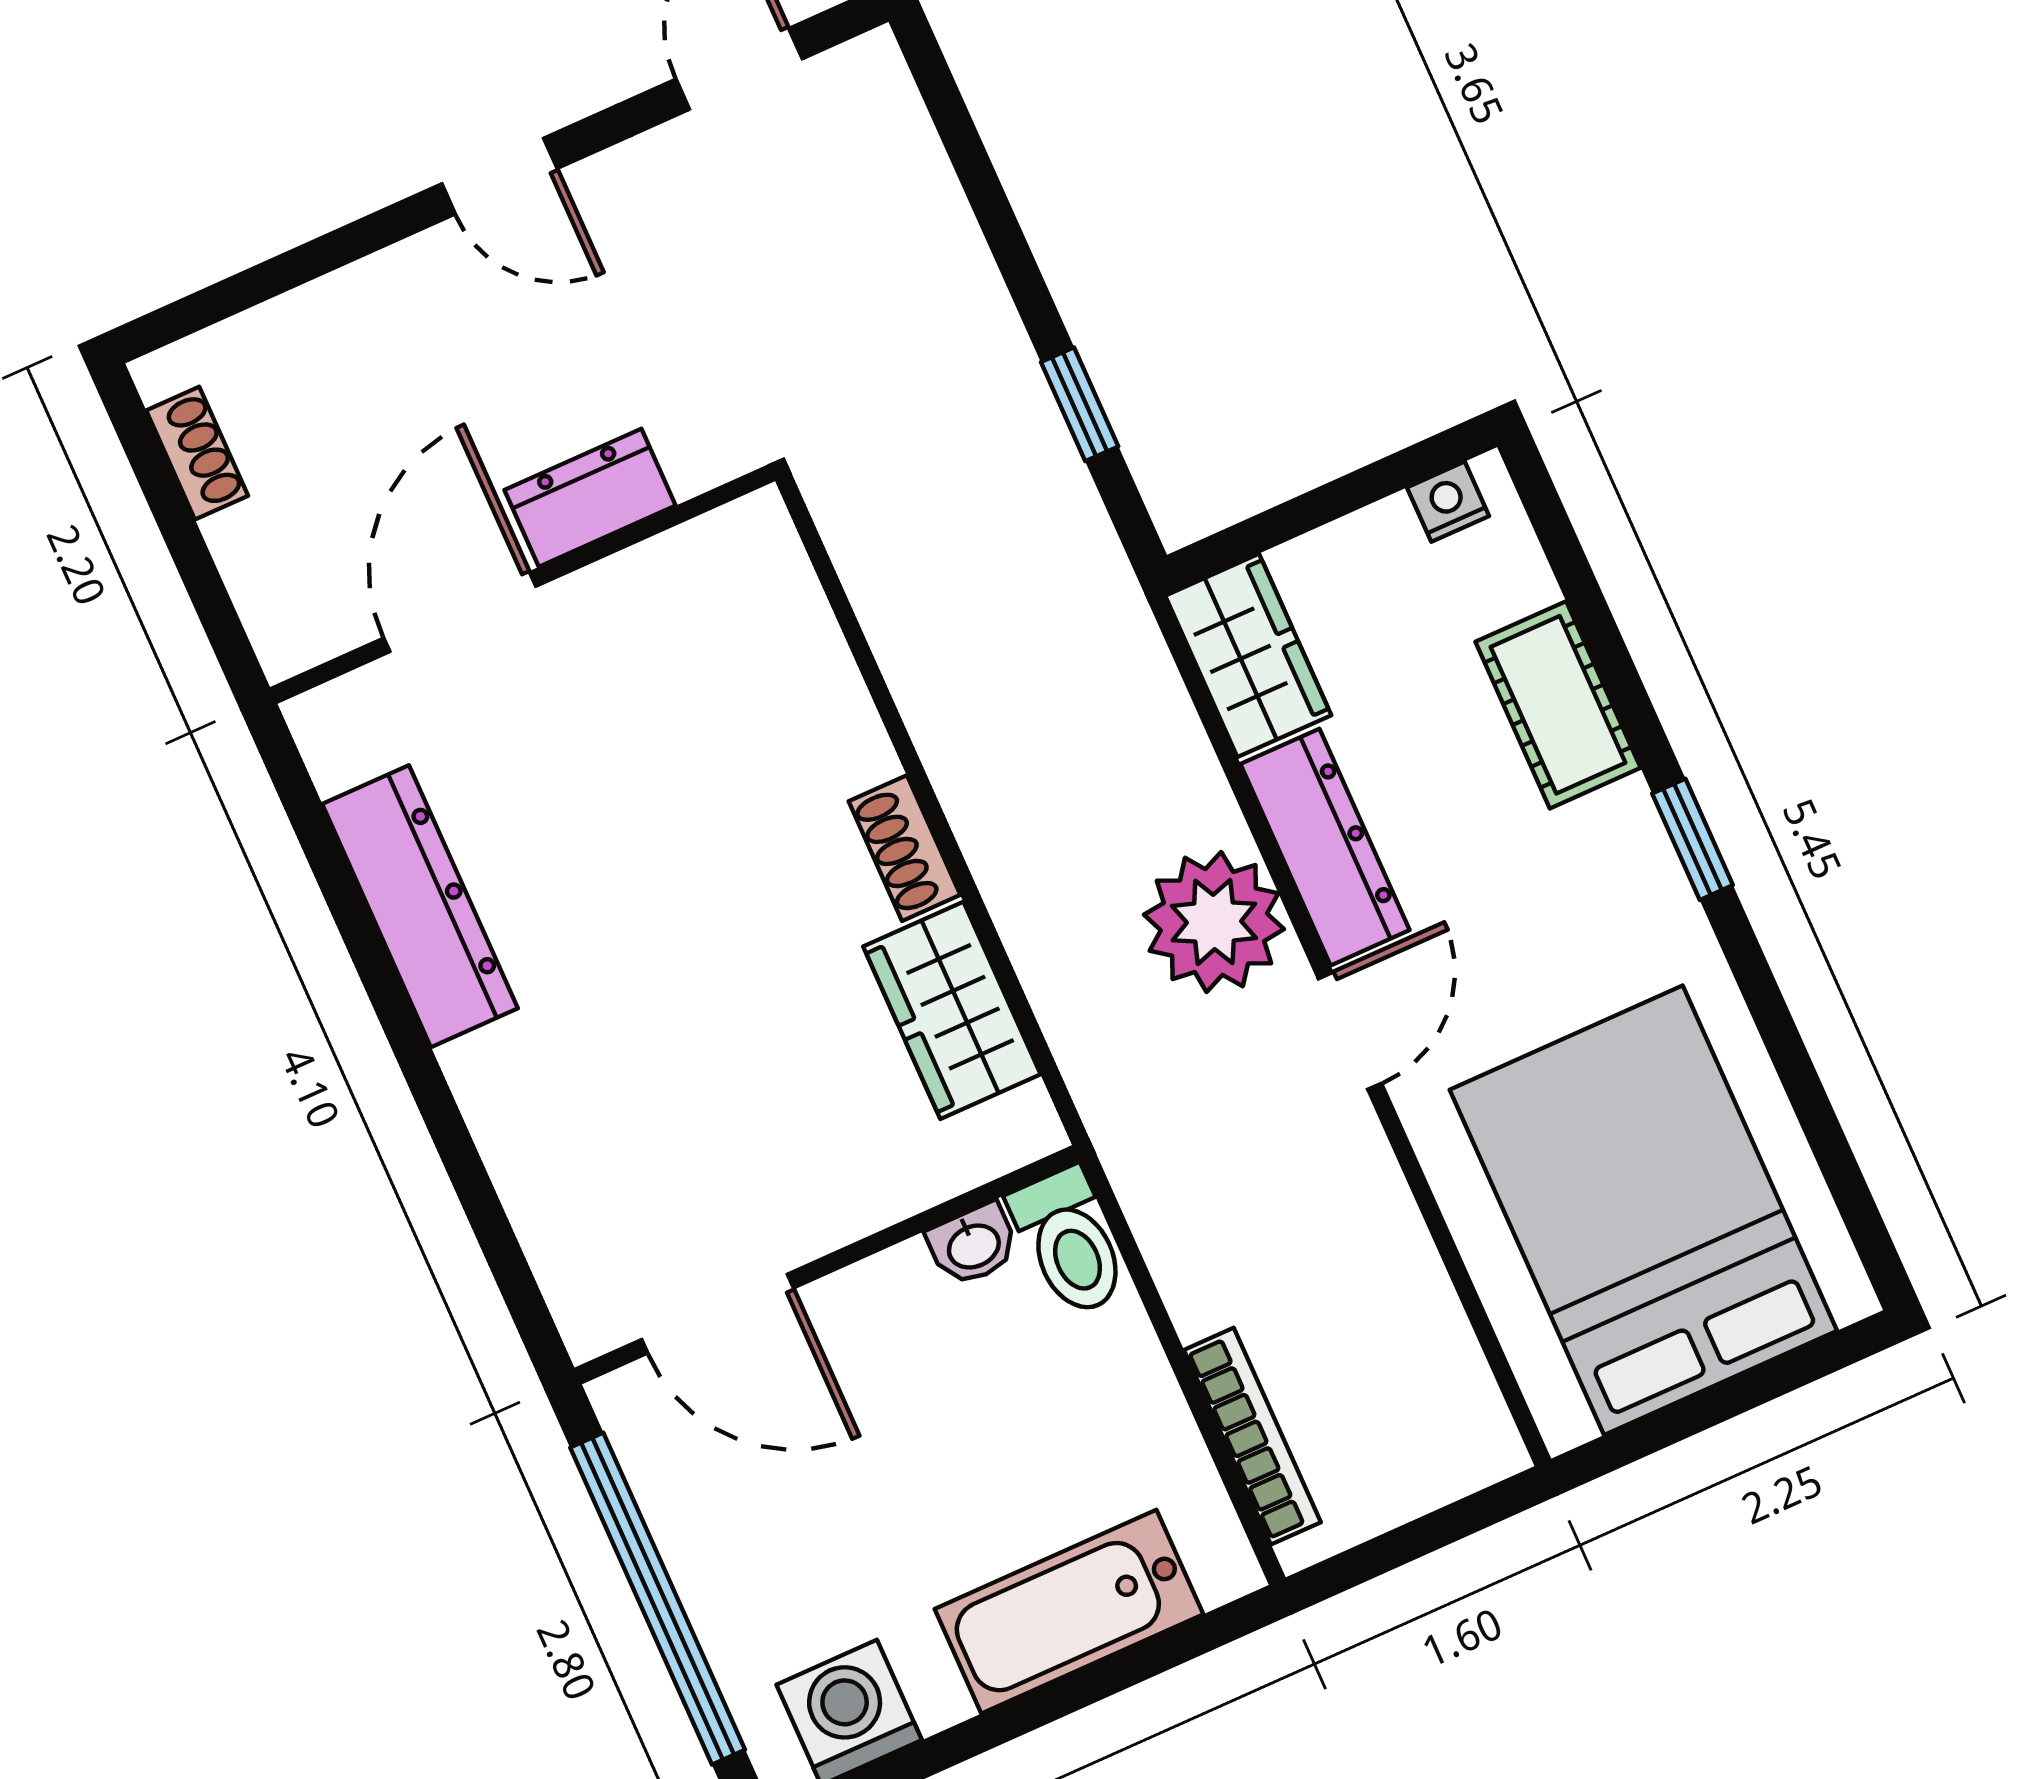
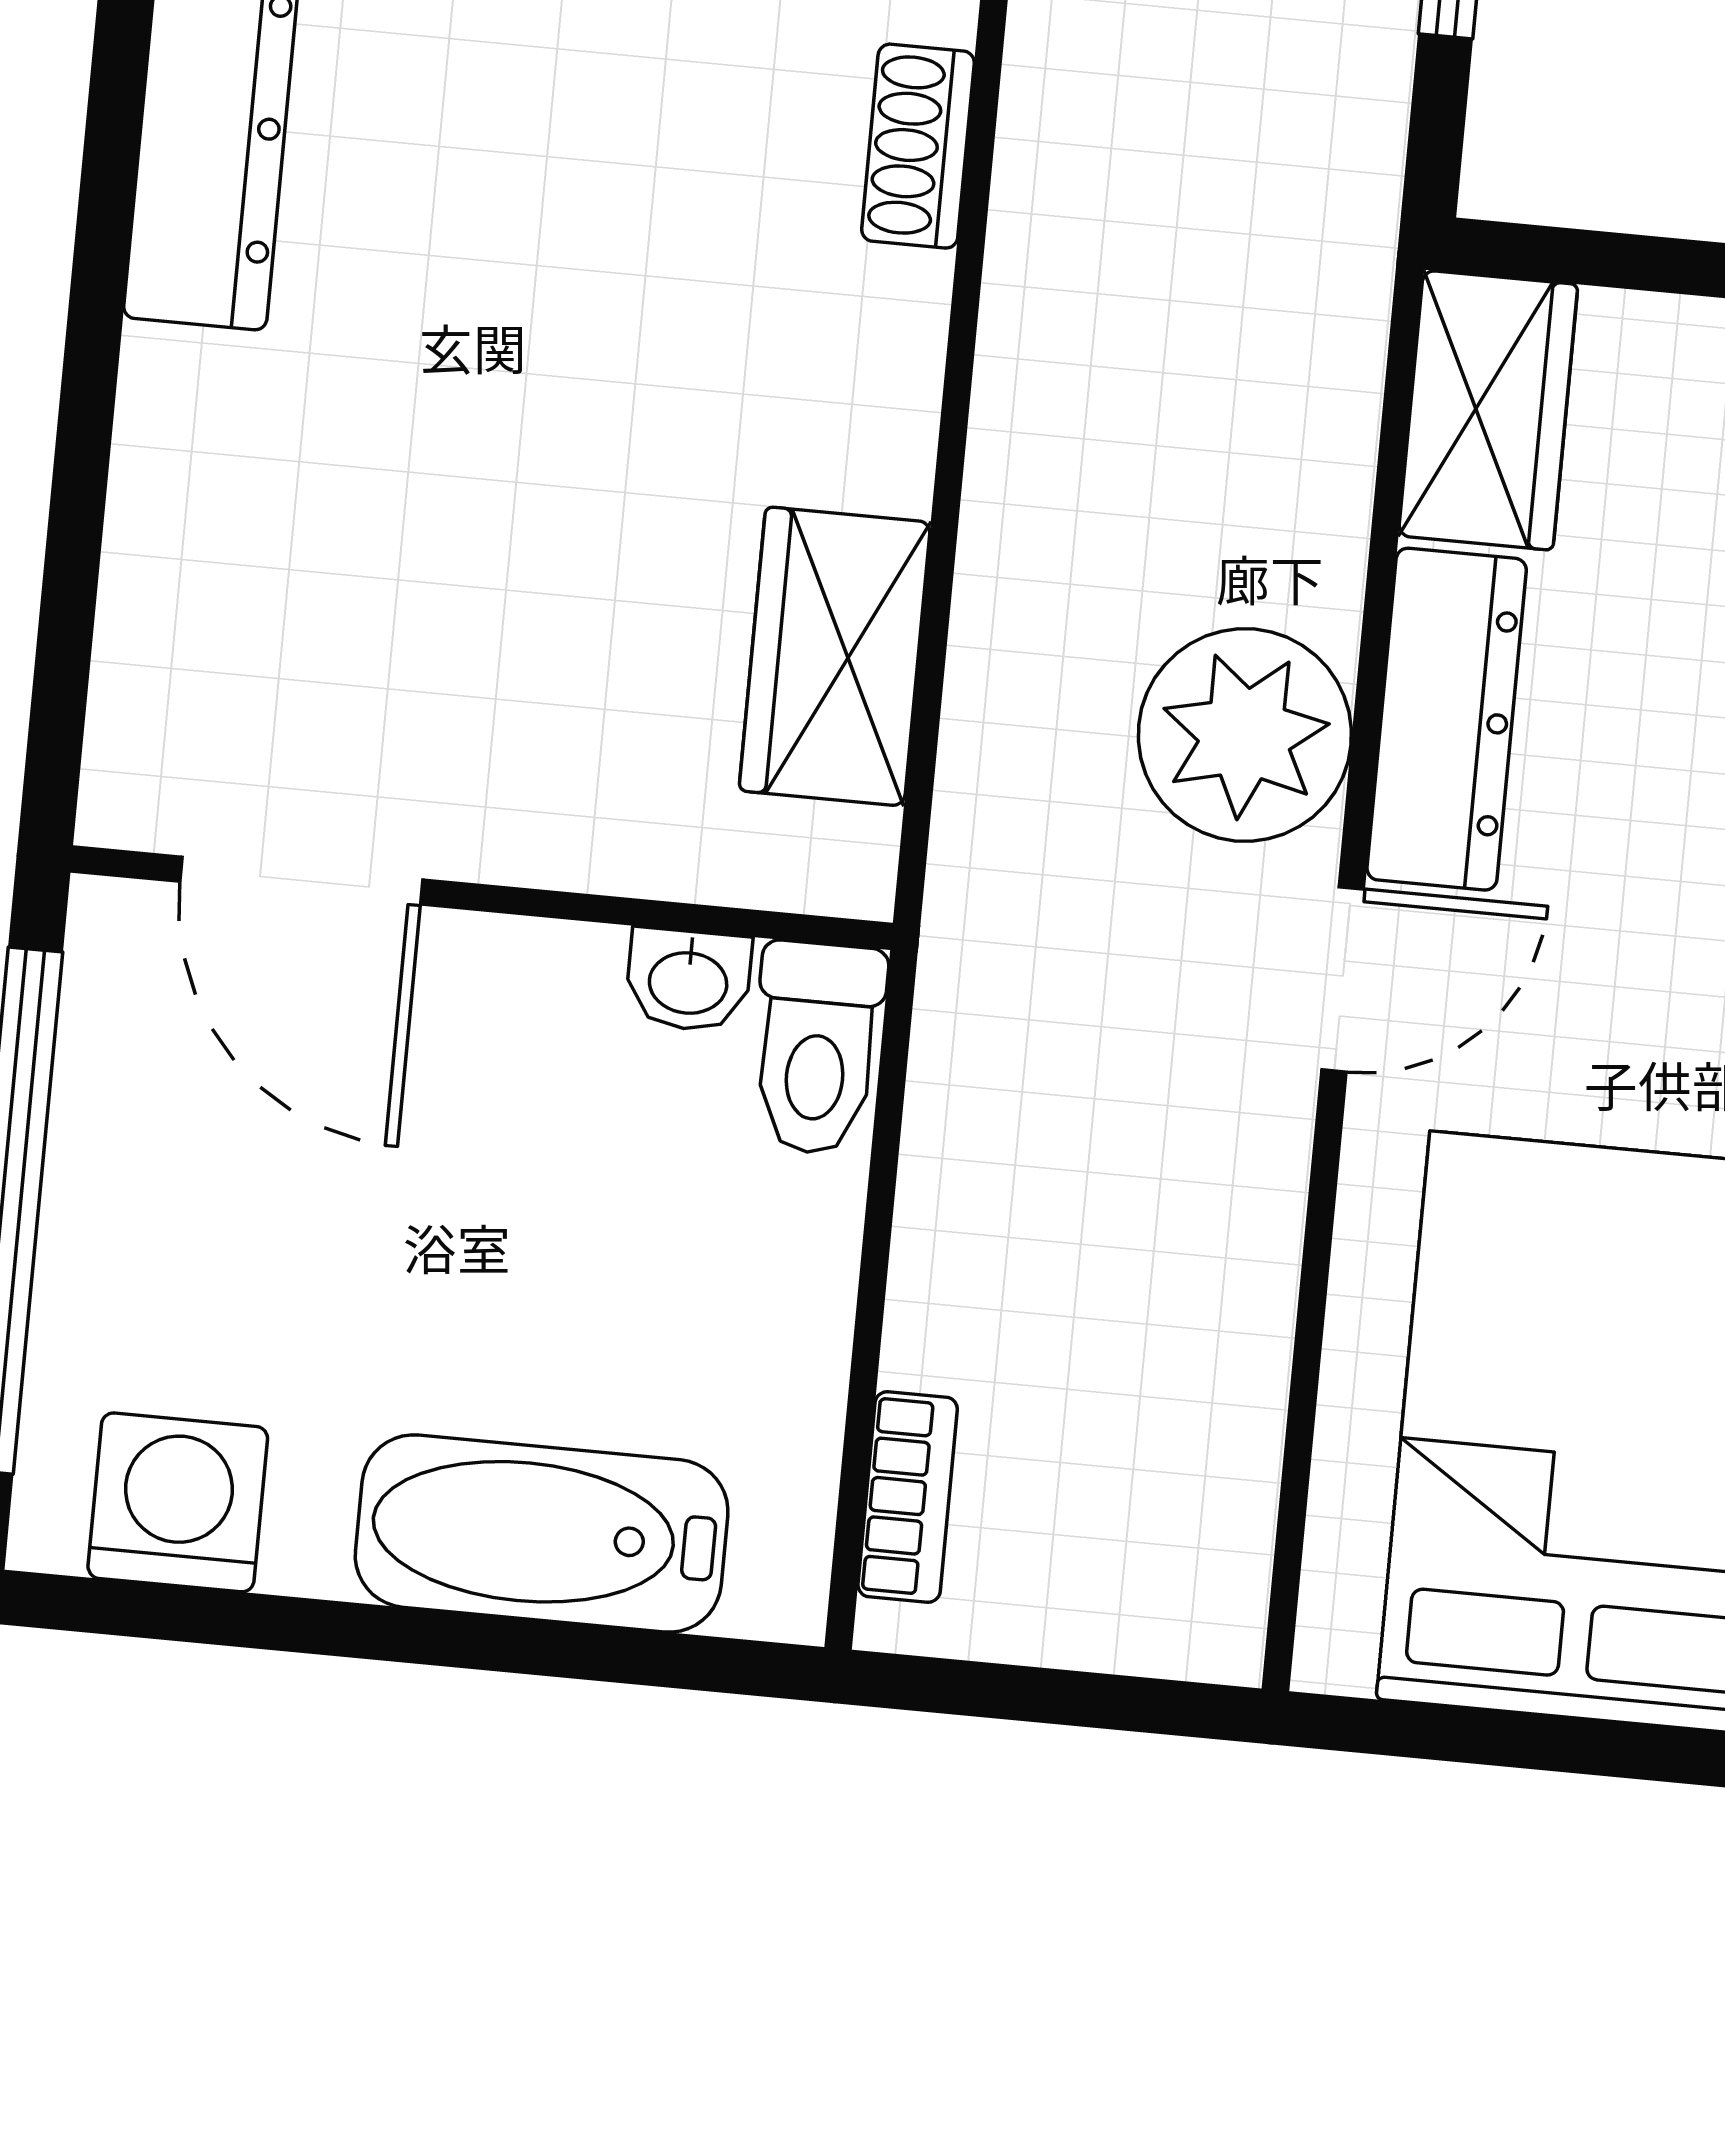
shoe rack: (904, 848) -> (918, 146), moved
bookcase: (1252, 1436) -> (908, 1497), width x0.64

